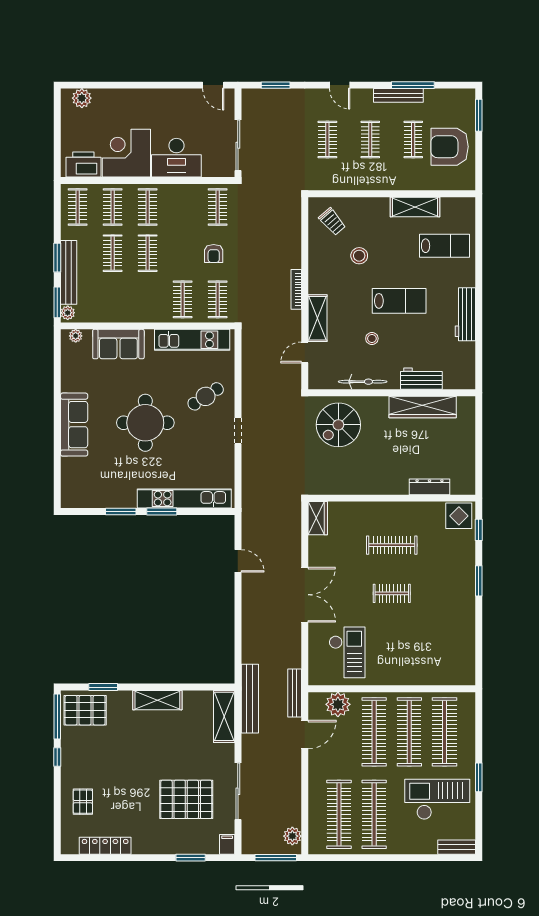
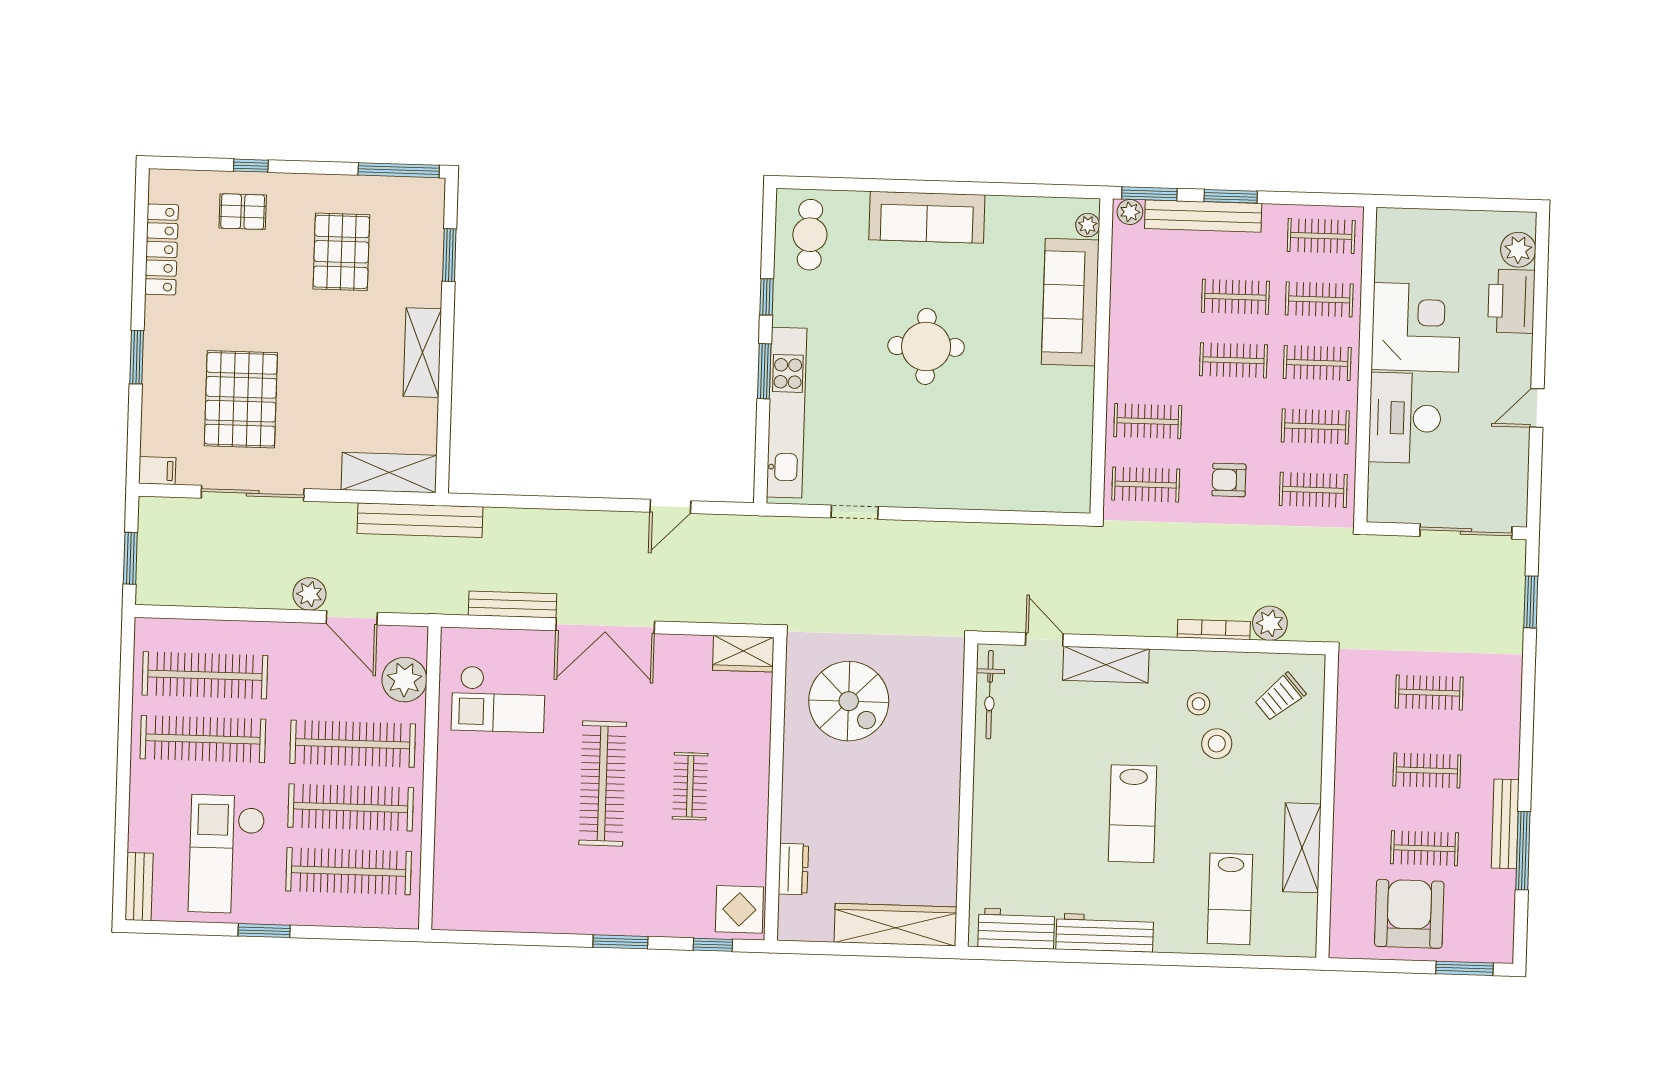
door: (213, 85) -> (1537, 408), moved
door: (340, 85) -> (1527, 718), removed
sliding door: (238, 145) -> (1466, 531), moved
printer: (83, 165) -> (1511, 301), moved, turned 180
clothes rail: (183, 207) -> (1315, 426), added
plant: (292, 228) -> (1270, 623), added
bookcase: (296, 289) -> (1214, 630), moved
stool: (372, 338) -> (1199, 704), moved
kitchen unit: (192, 340) -> (1074, 436), removed
sofa: (118, 344) -> (1070, 302), width x1.36
workbench: (421, 379) -> (1016, 929), moved, turned -90
bicycle: (363, 382) -> (990, 695), moved
cafe table: (206, 396) -> (810, 235), moved, turned 33
wardrobe: (423, 407) -> (895, 925), moved, turned 90
round table: (145, 423) -> (926, 346), width x0.73, depth x0.73
spiral stairs: (338, 425) -> (849, 701), moved, turned 180
doorway: (238, 431) -> (855, 512), moved
dresser: (429, 487) -> (793, 869), width x0.70
window: (121, 511) -> (767, 297), width x0.67
clothes rail: (392, 545) -> (690, 786), width x0.73
clothes rail: (392, 593) -> (603, 783), width x1.86, depth x1.31
bench: (295, 693) -> (513, 605), moved
pallet: (85, 710) -> (341, 252), moved
window: (57, 757) -> (251, 166), moved
checkout: (437, 799) -> (227, 854), turned 180
plant: (292, 836) -> (309, 594), moved
window: (191, 858) -> (137, 357), moved
window: (276, 858) -> (130, 558), width x0.69

